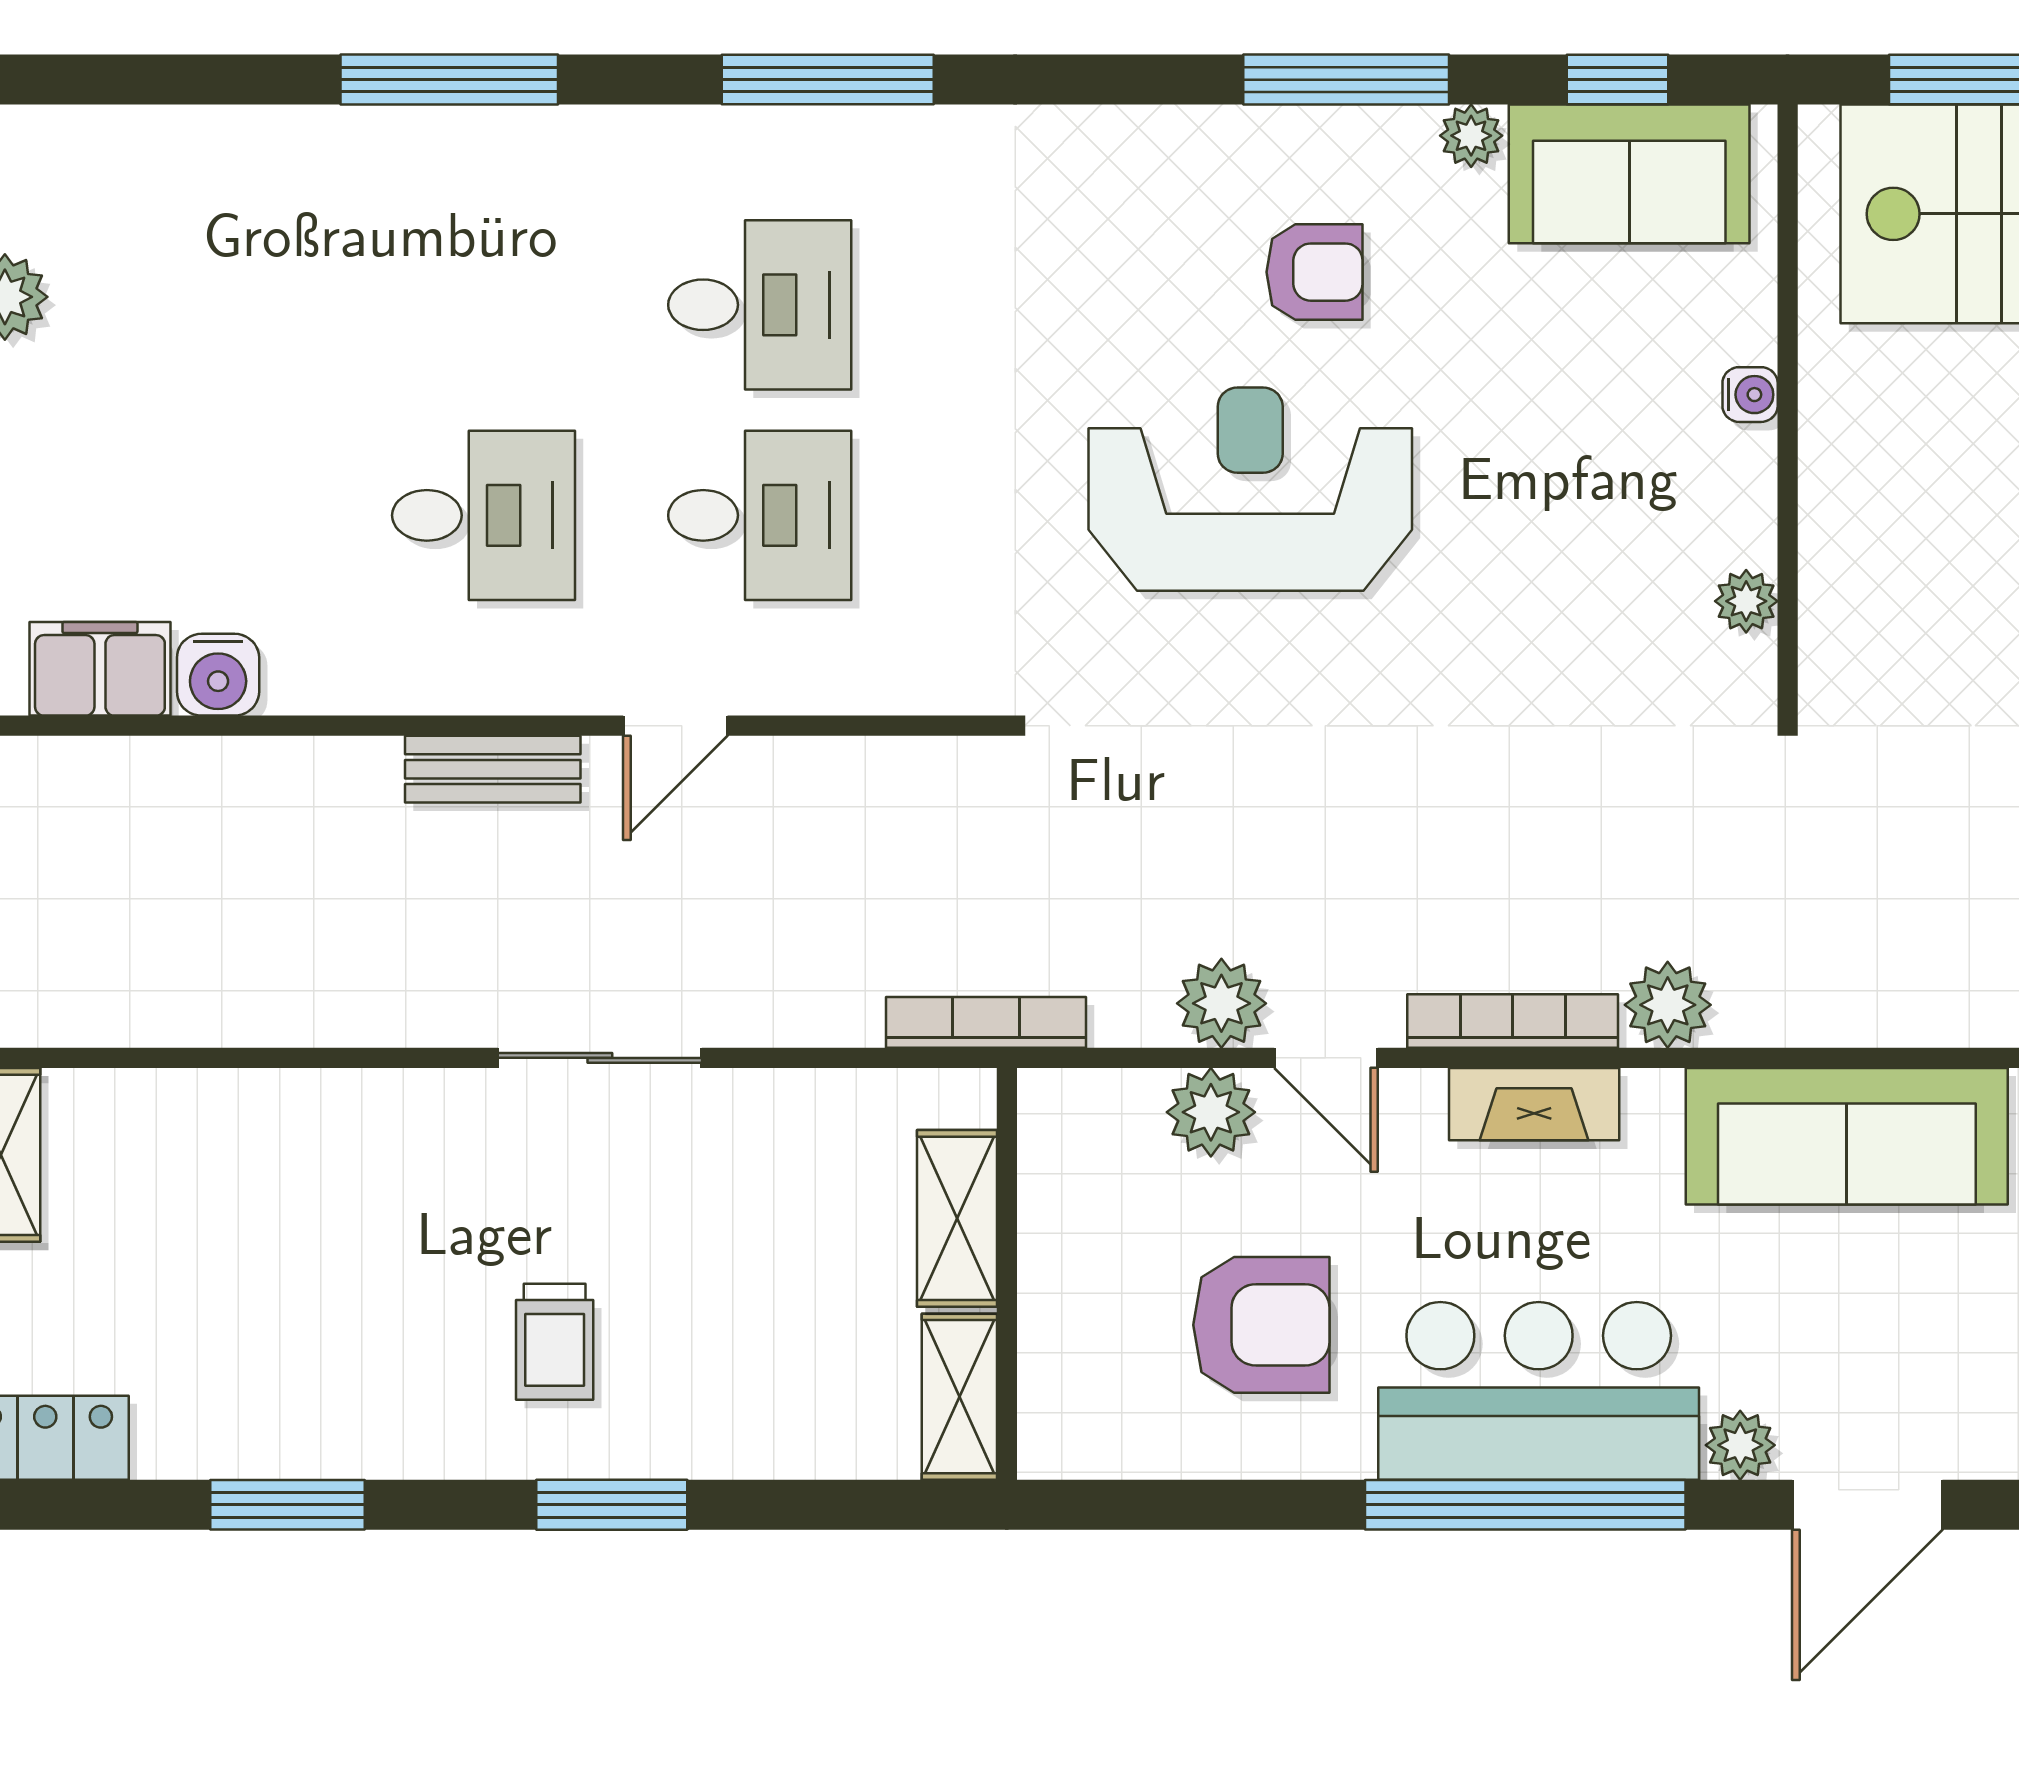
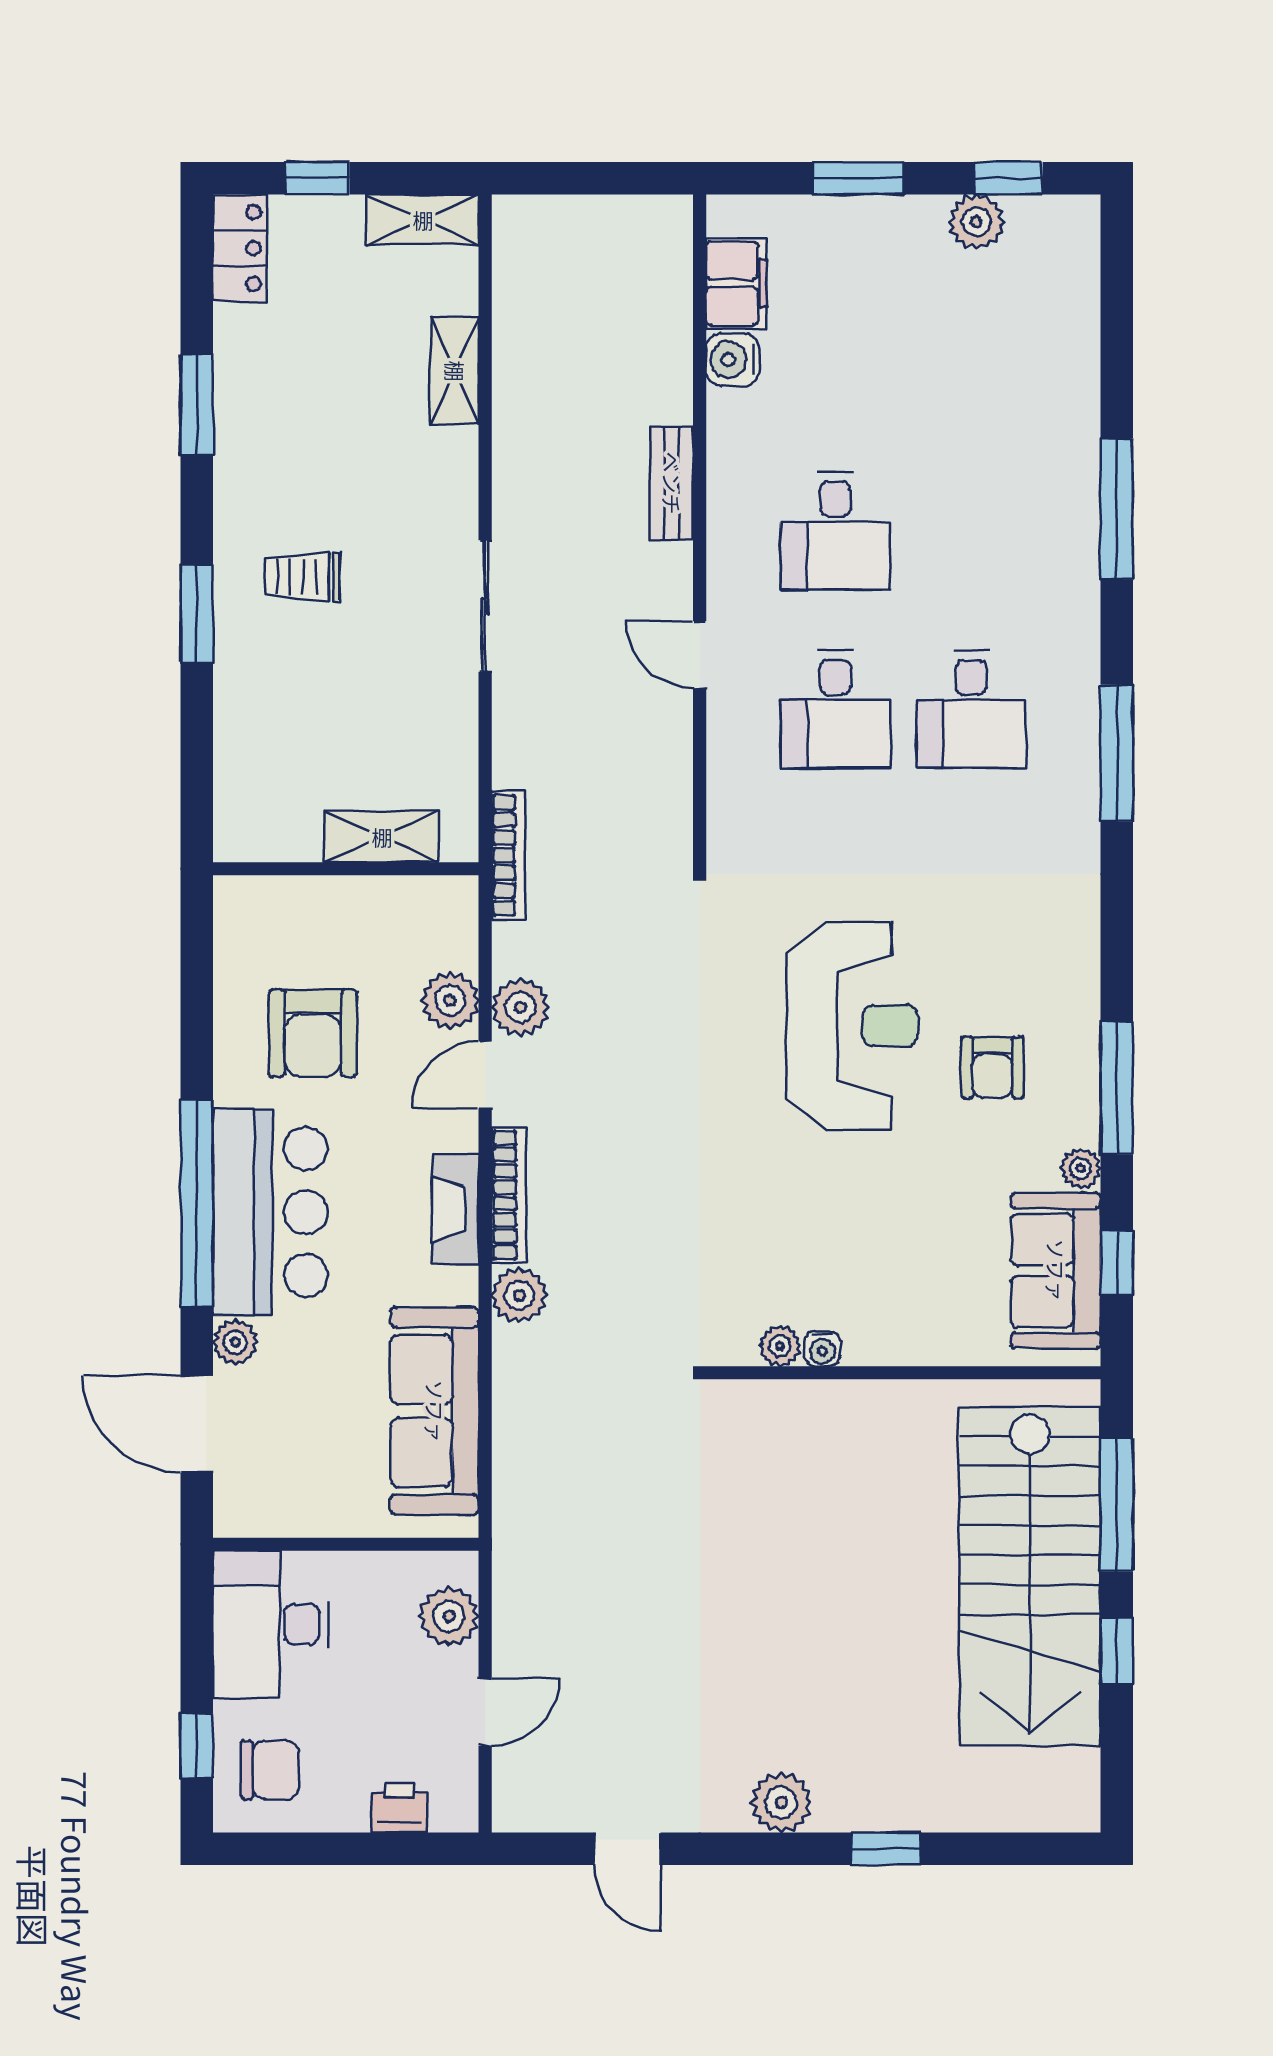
water cooler: (1750, 395) -> (822, 1349), moved
bench: (493, 769) -> (672, 483), moved
shelving: (959, 1397) -> (455, 371), moved, turned 90

